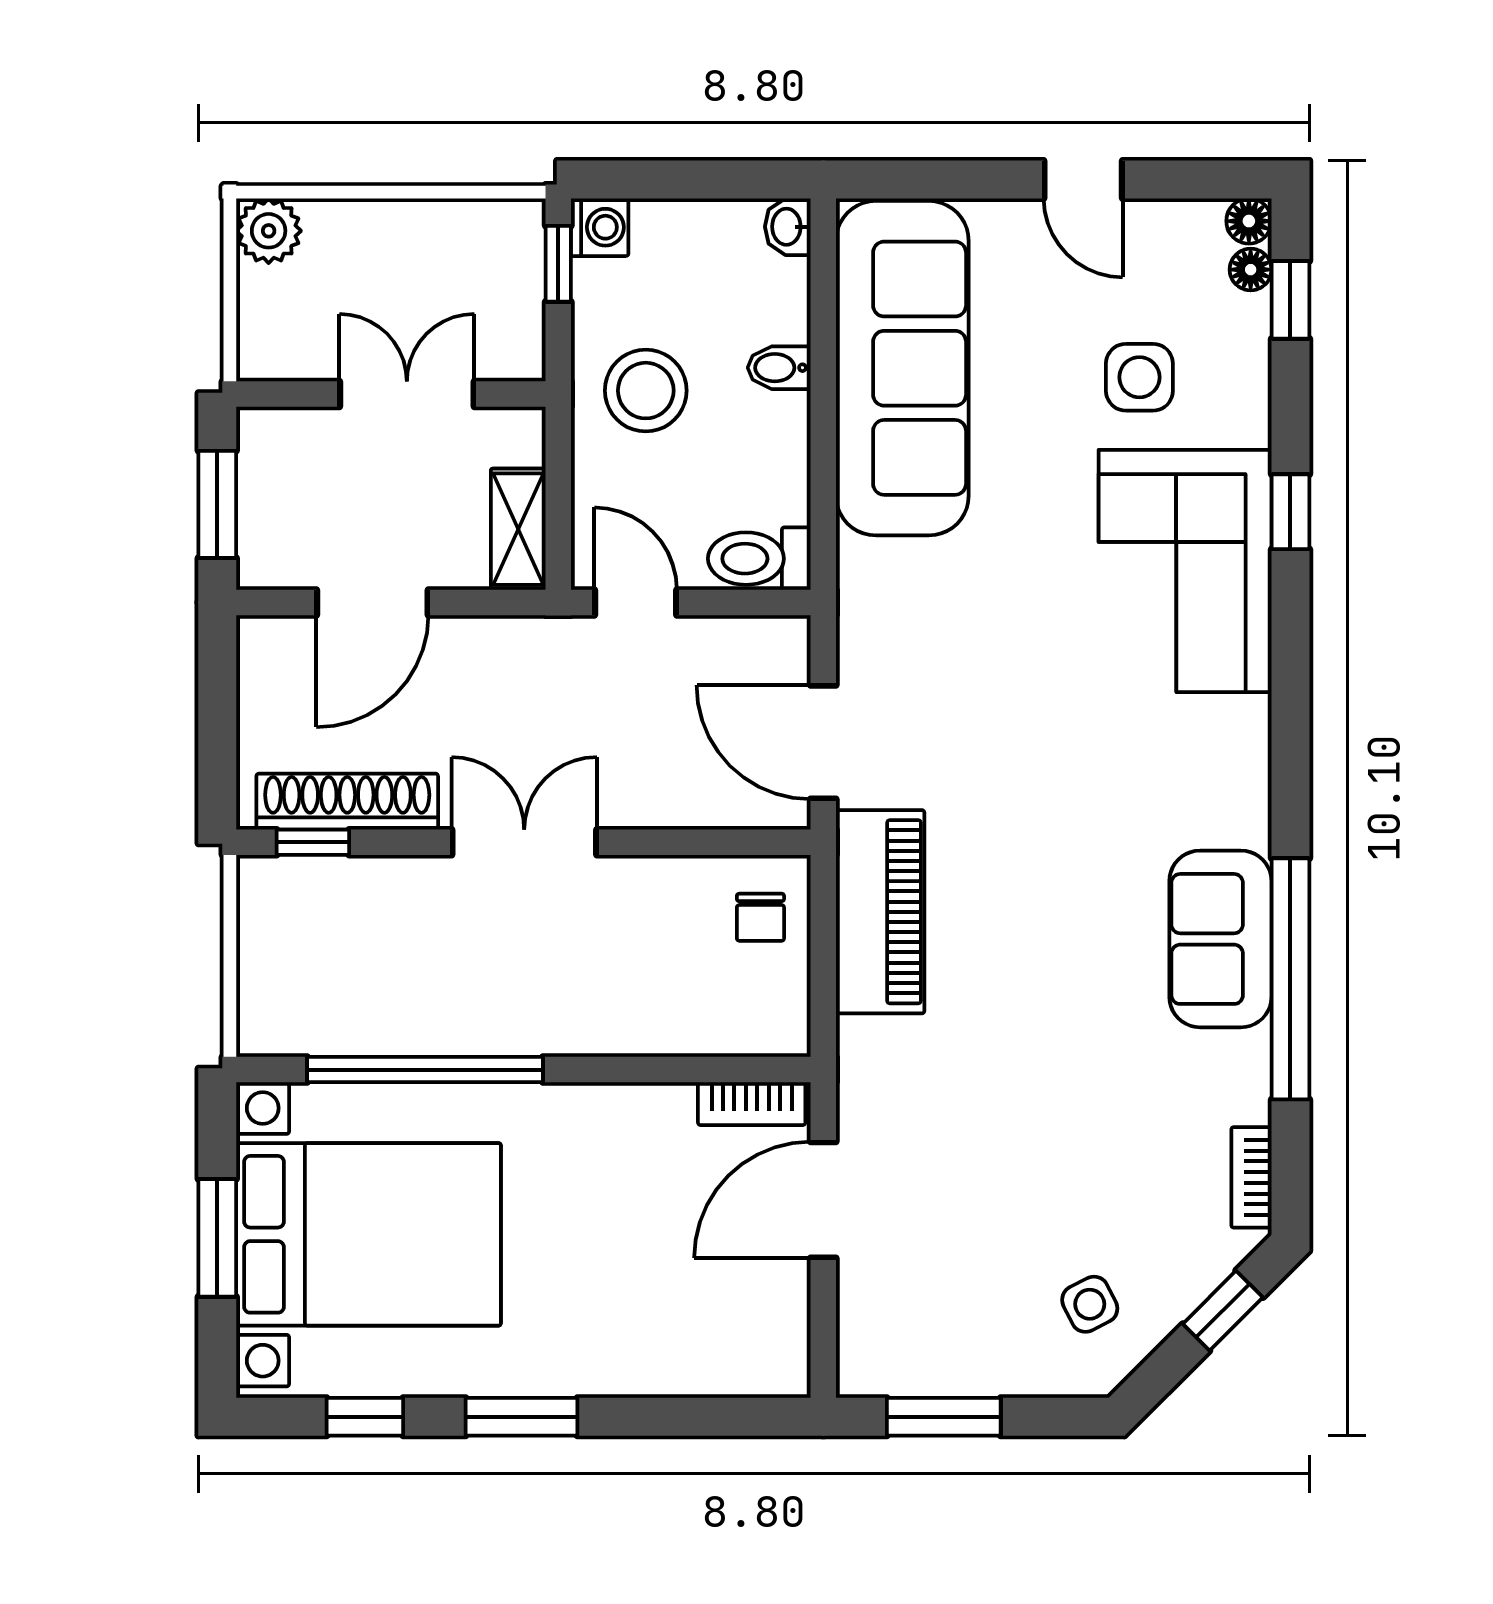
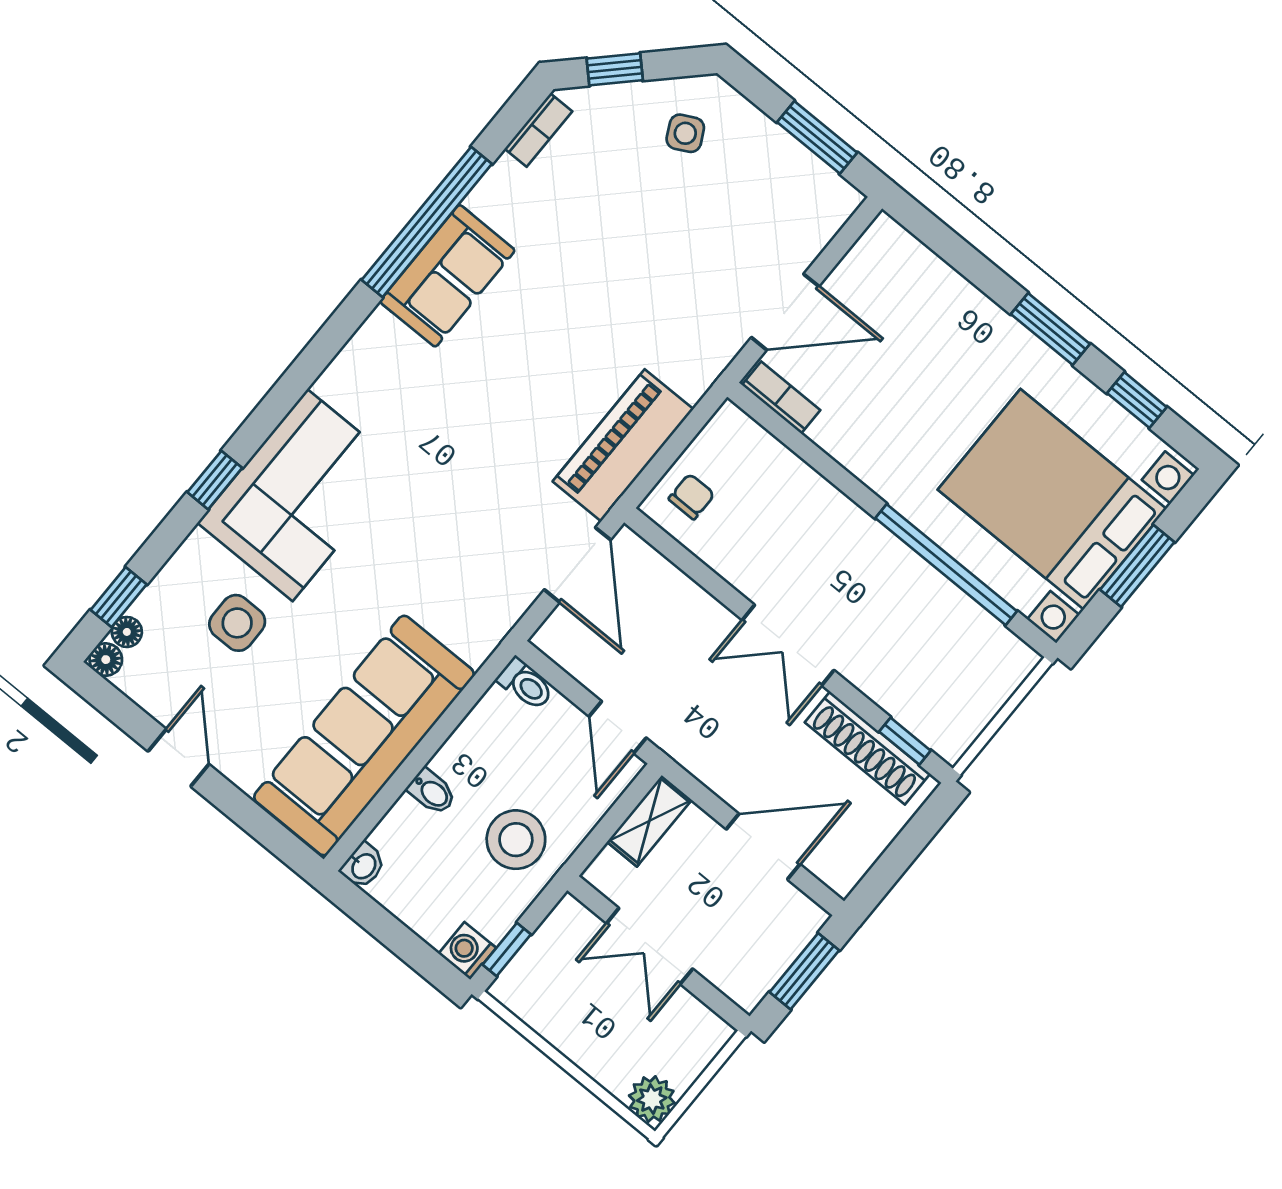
toilet: (759, 559) -> (525, 684), width x0.73, depth x0.72

